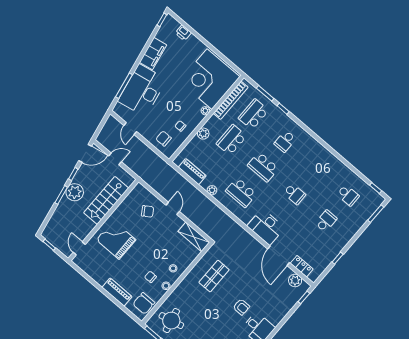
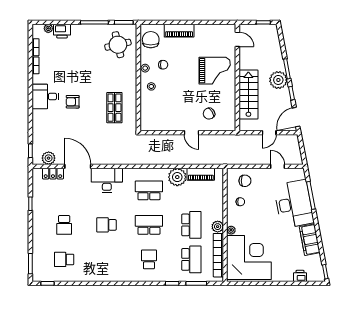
plant: (203, 134) -> (218, 227), moved
plant: (212, 190) -> (177, 177), width x1.88, depth x1.88
shelving: (194, 237) -> (156, 125), removed

